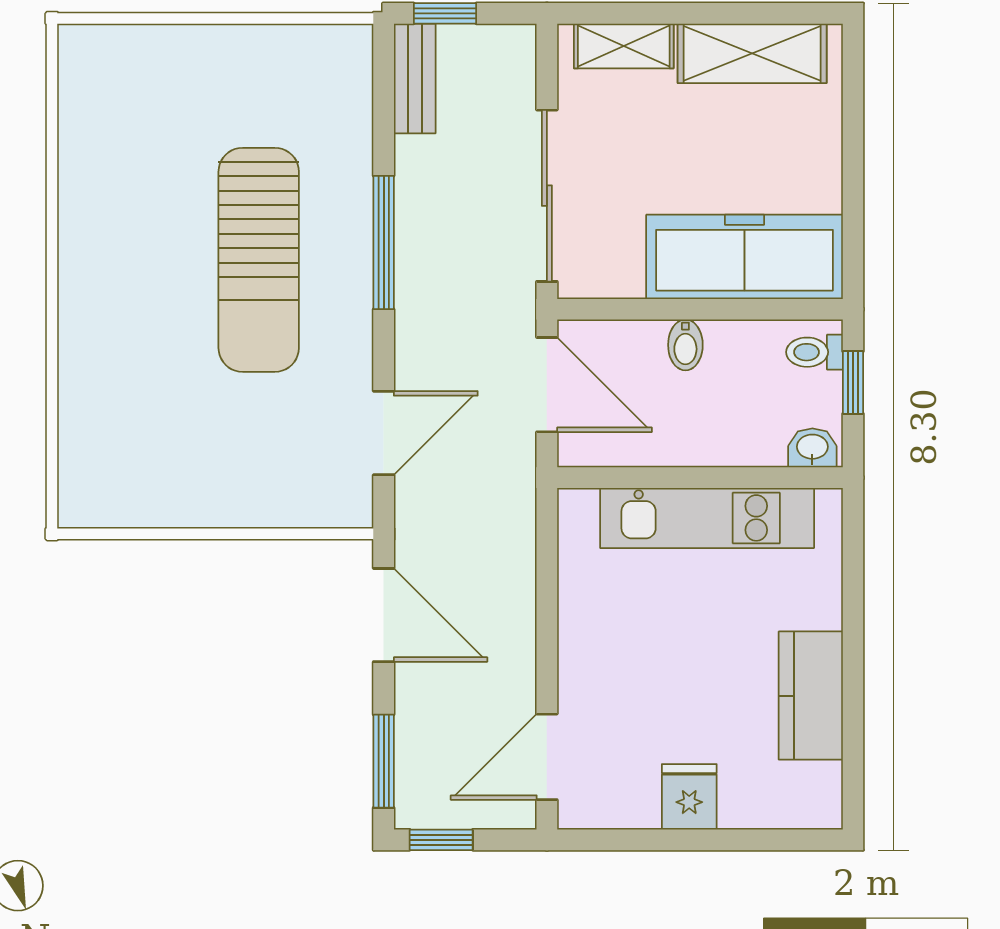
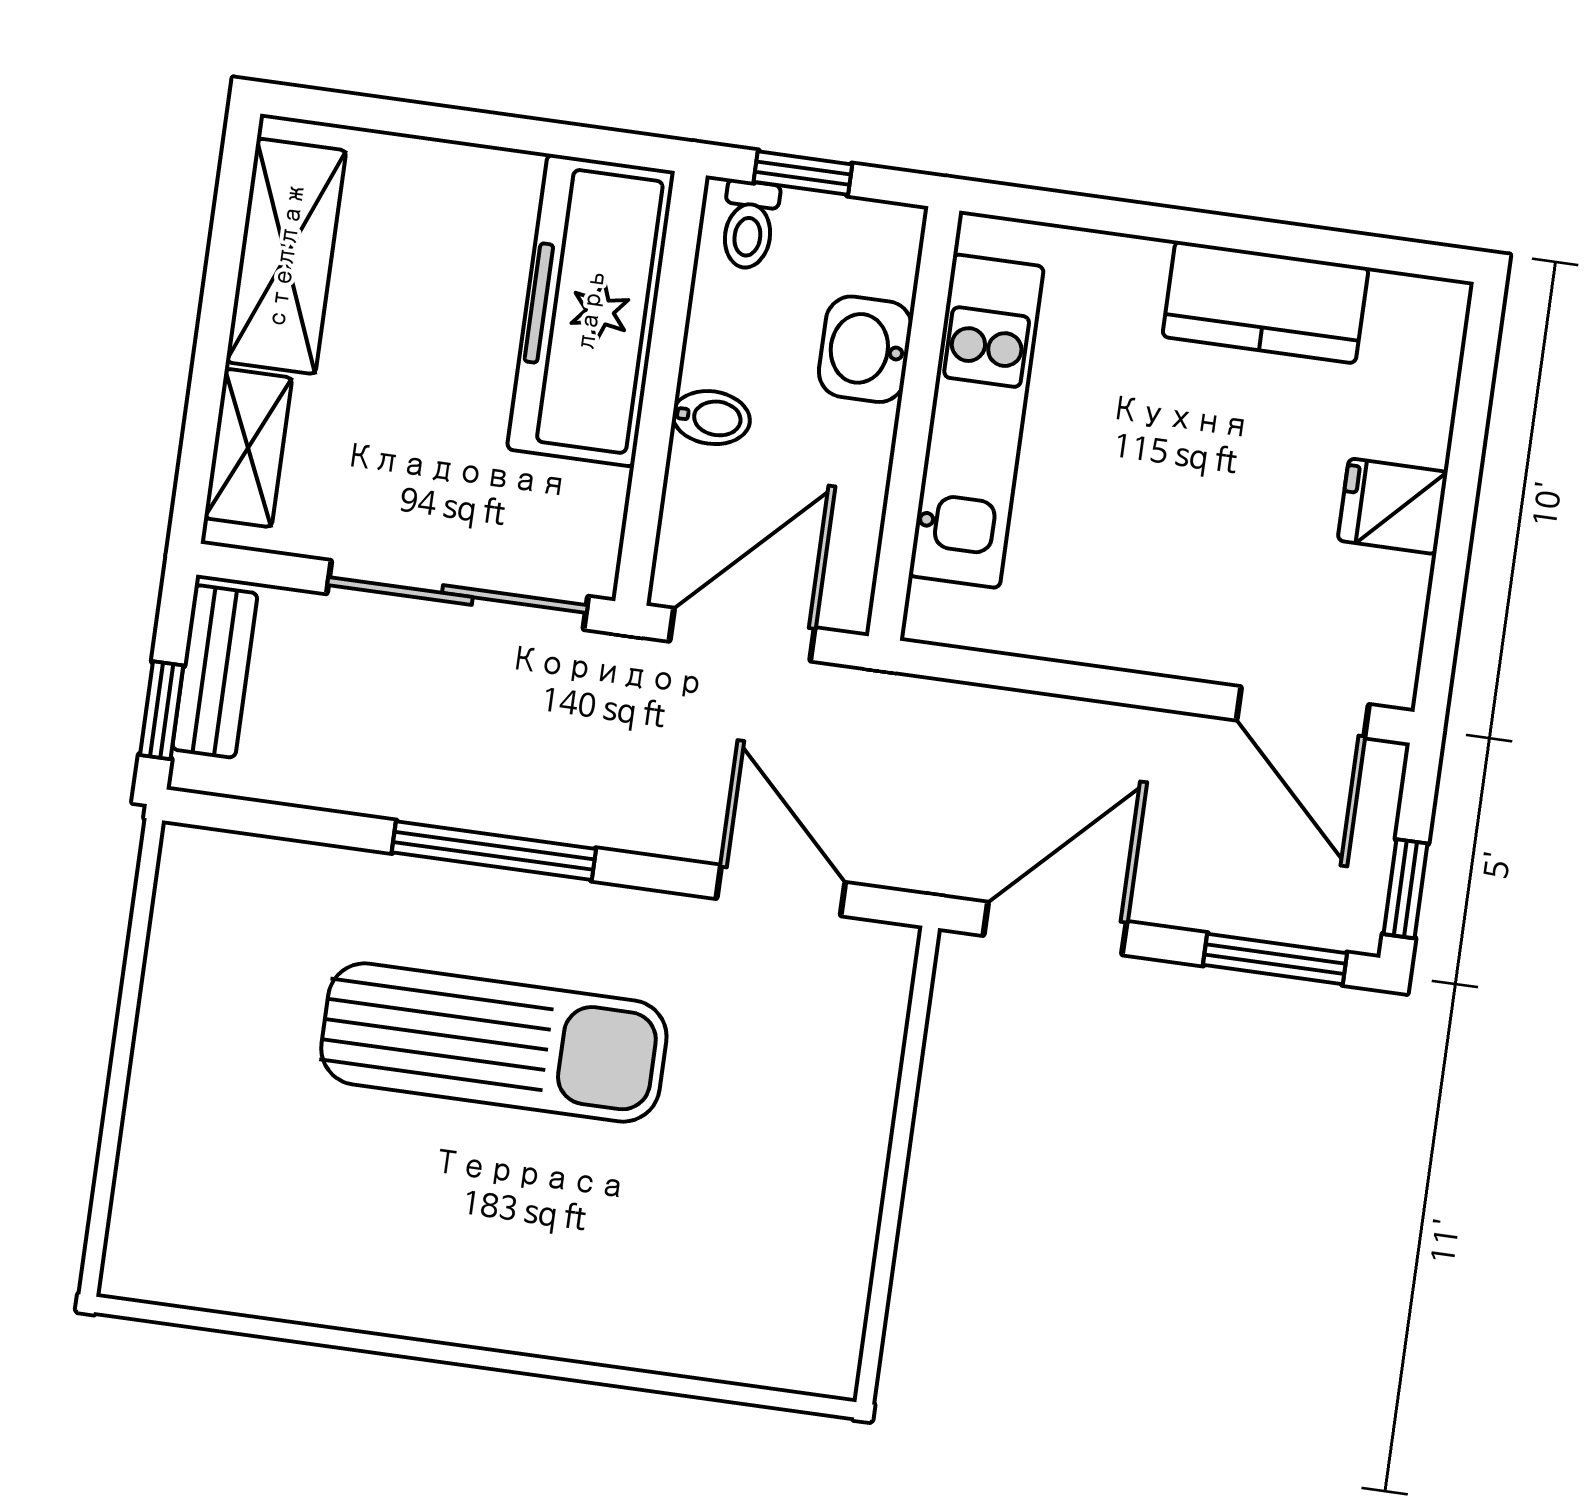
bench: (415, 78) -> (215, 671), moved, turned 90
washbasin: (812, 448) -> (865, 349), moved, width x1.38, depth x1.45

